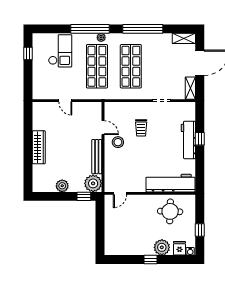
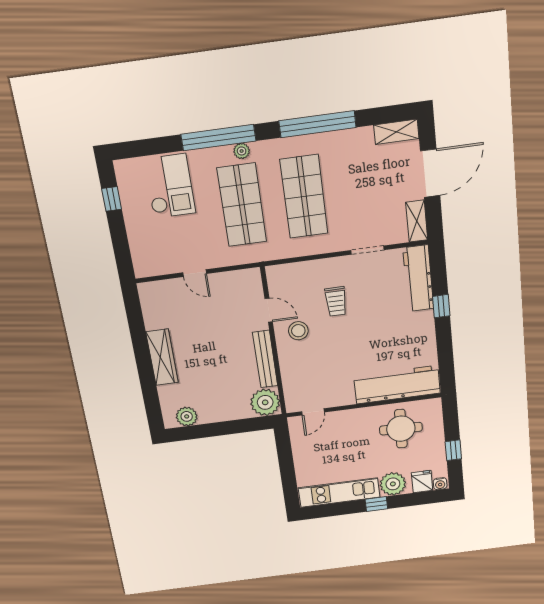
workbench: (188, 140) -> (418, 278), moved
plant: (62, 186) -> (187, 416), moved
window: (84, 196) -> (253, 424), removed
kitchen unit: (129, 248) -> (339, 493), added

